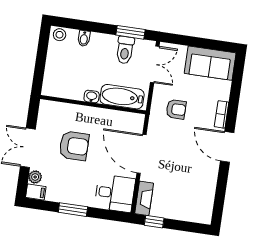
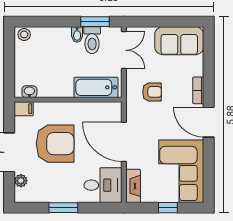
bidet: (84, 38) -> (77, 34), moved
washbasin: (92, 97) -> (29, 92), moved
armchair: (74, 146) -> (55, 144), width x1.36, depth x1.36
corner sofa: (193, 191) -> (181, 171), added
filing cabinet: (36, 192) -> (24, 109), moved
window: (154, 222) -> (168, 208), moved

